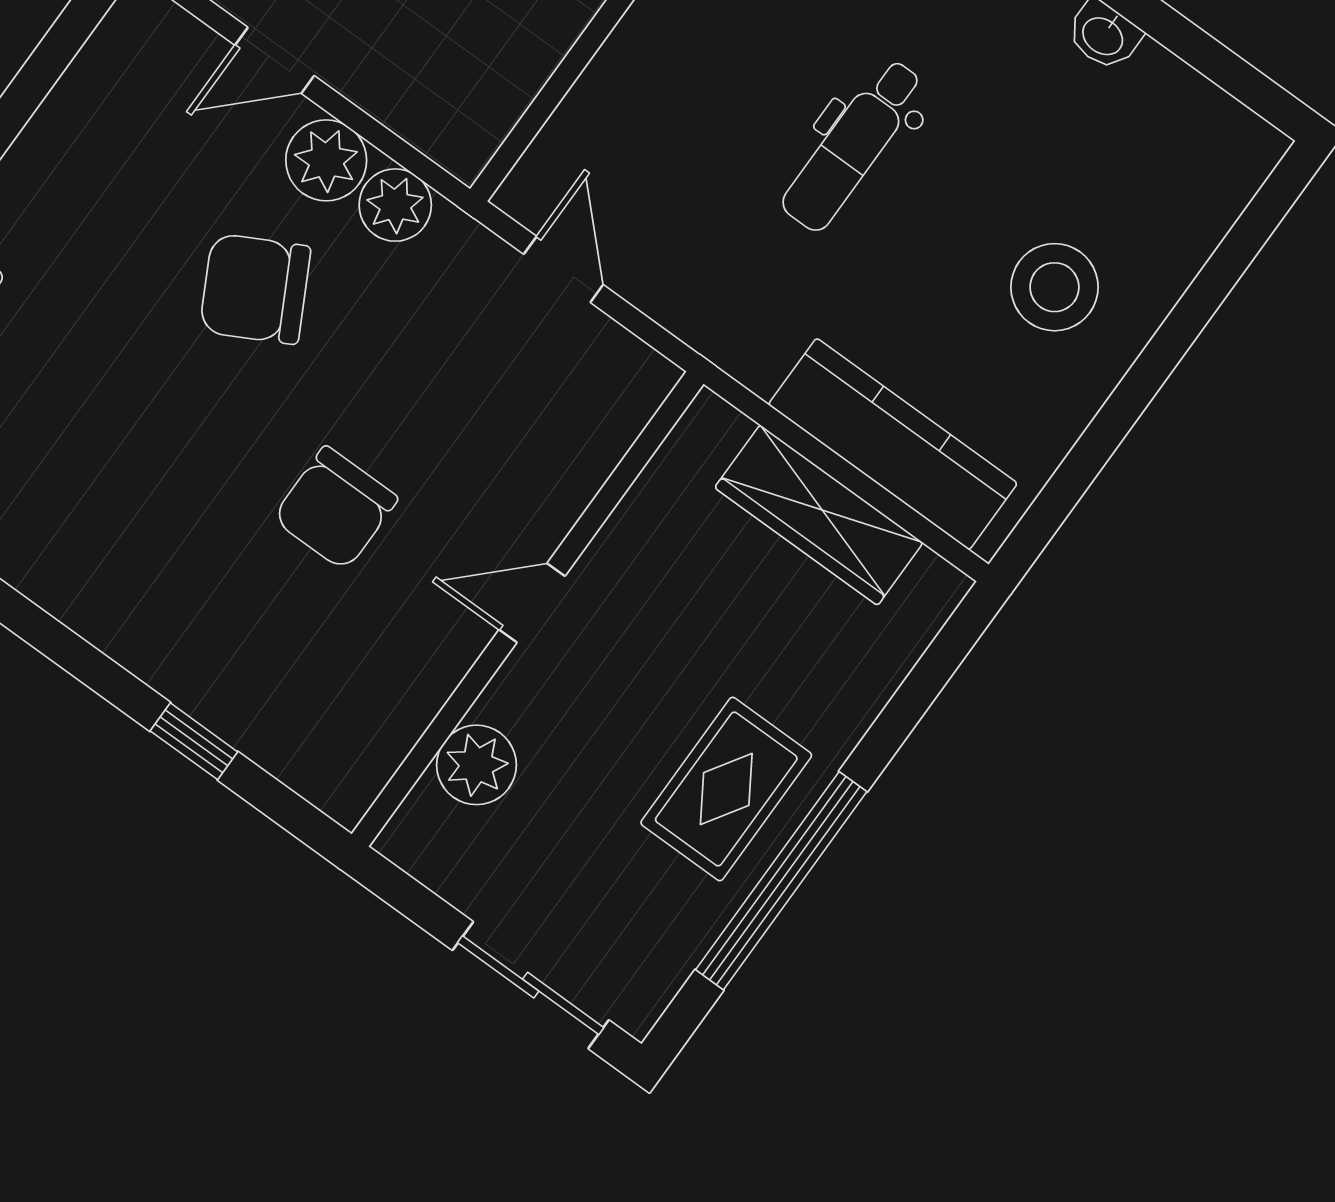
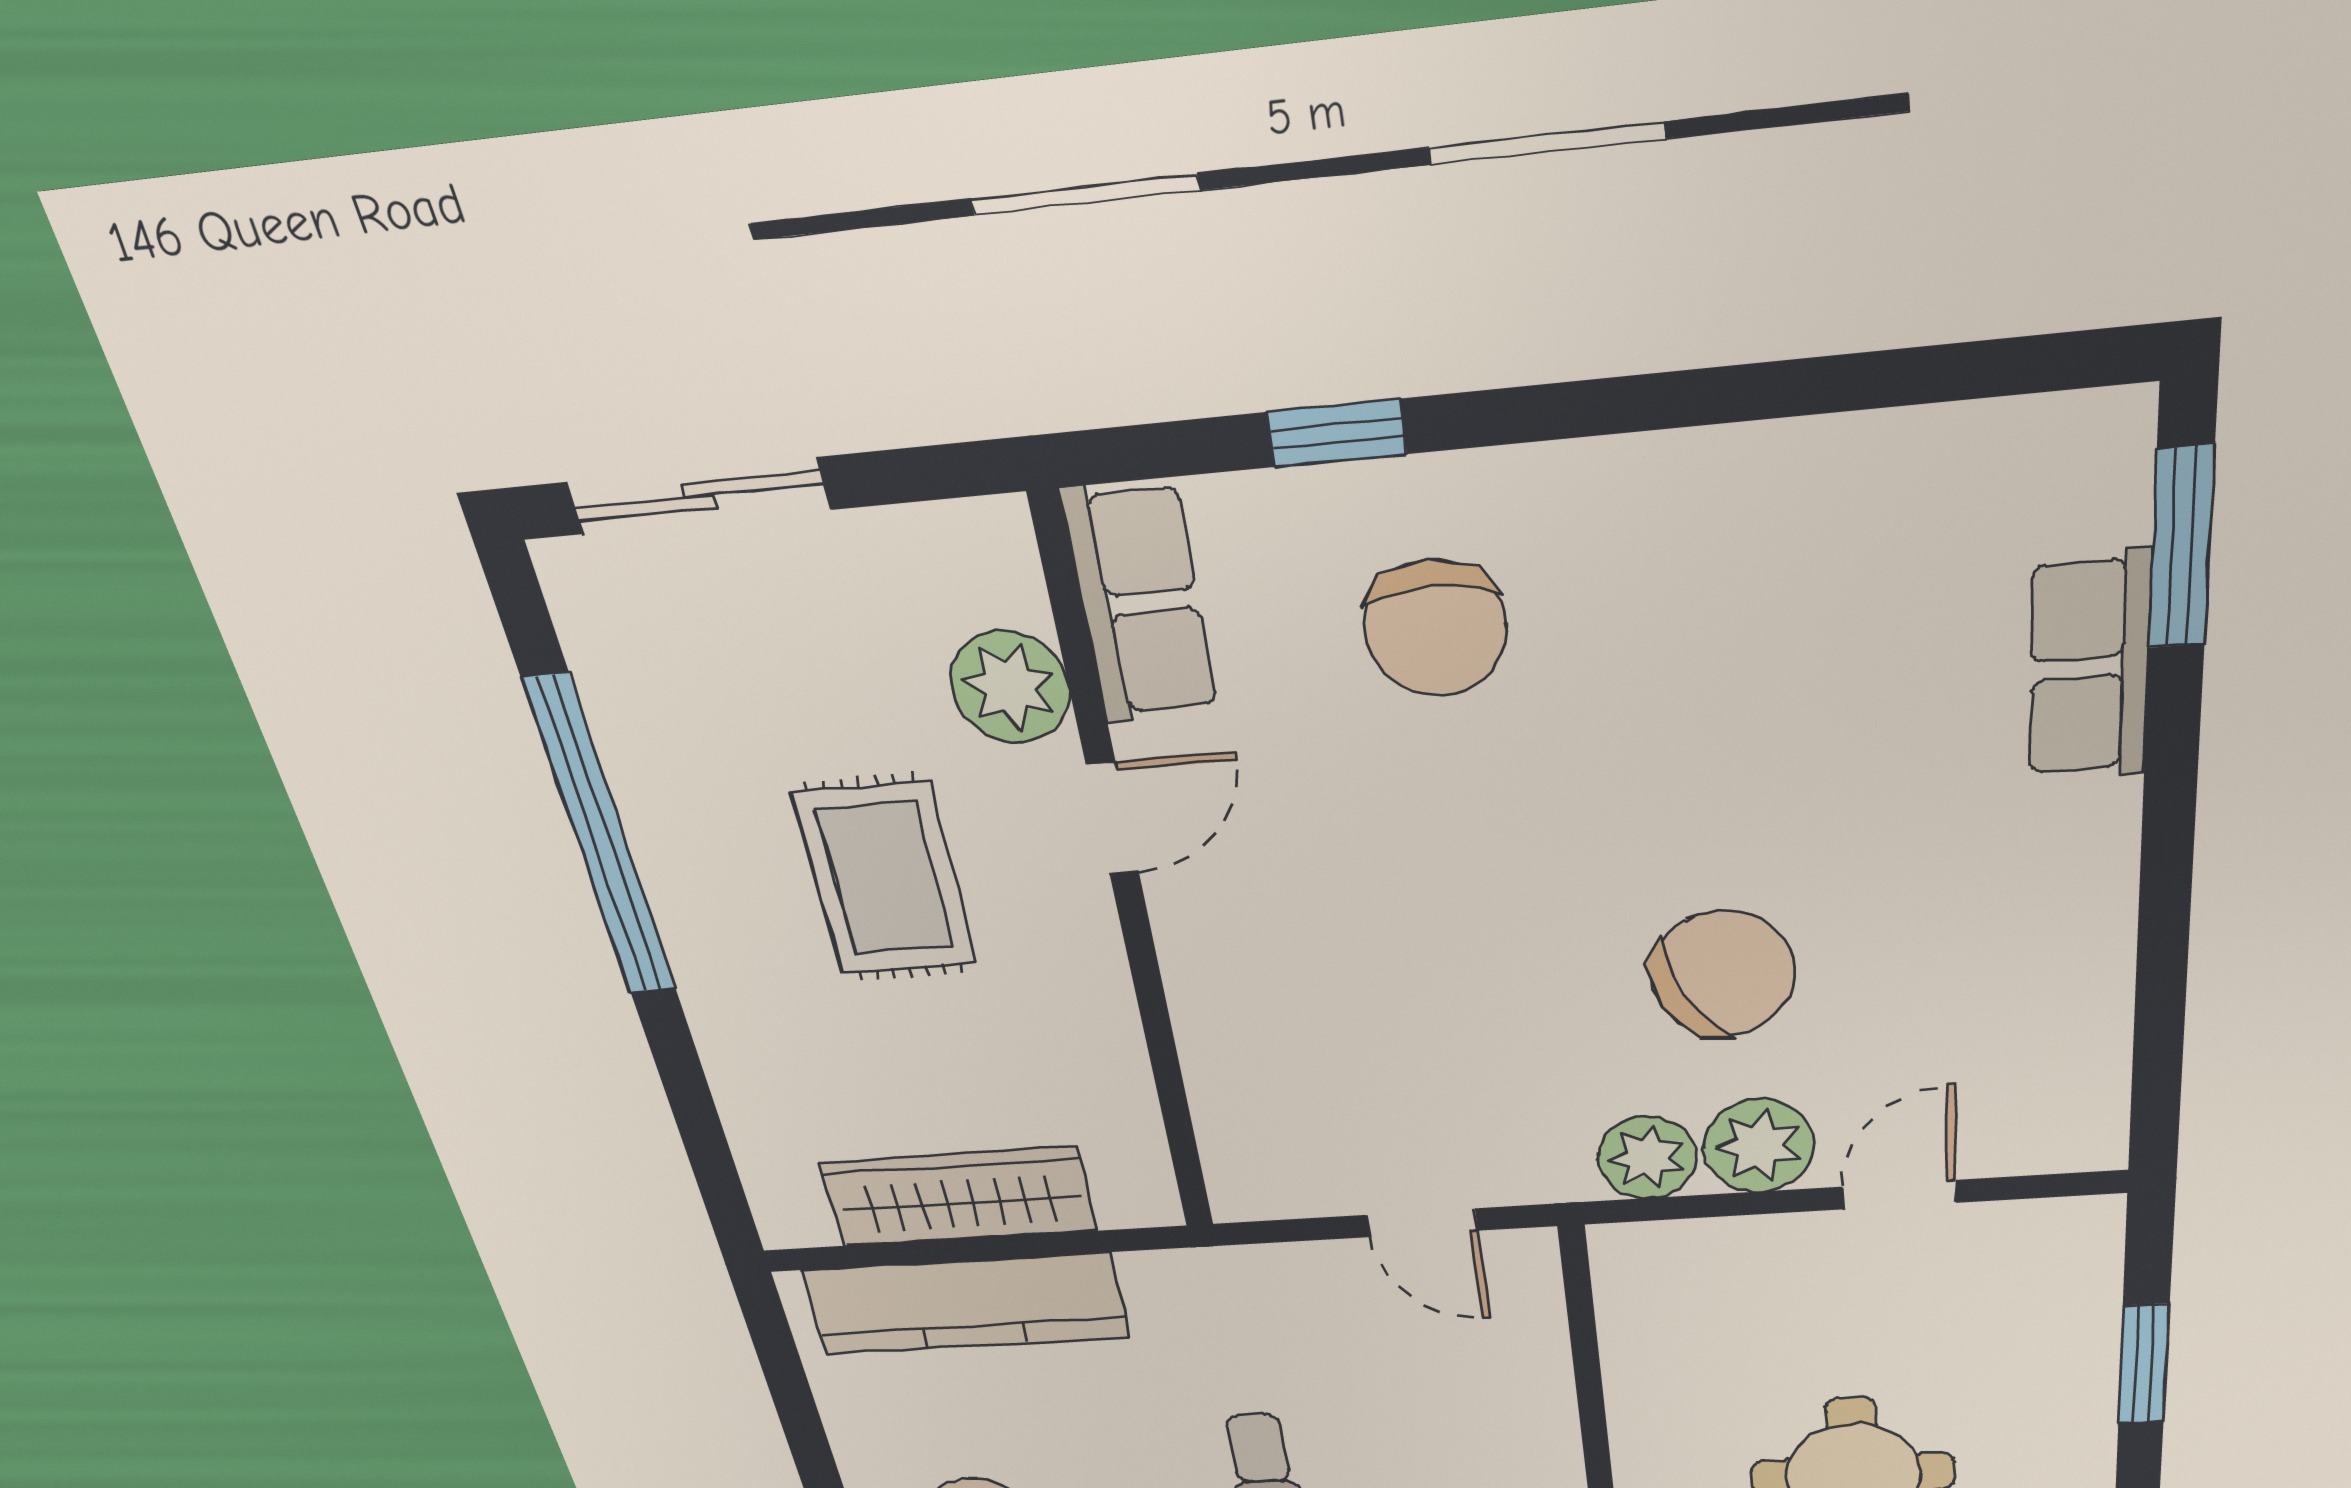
chair: (335, 508) -> (1436, 628), moved, turned 180
door: (532, 603) -> (1113, 819), moved
row of seats: (368, 747) -> (1140, 603), added
rug: (726, 789) -> (885, 879), moved

